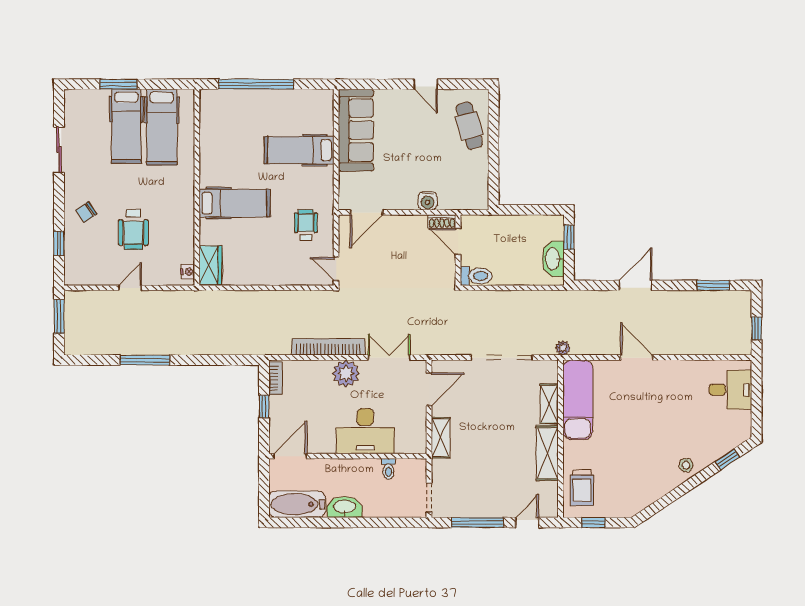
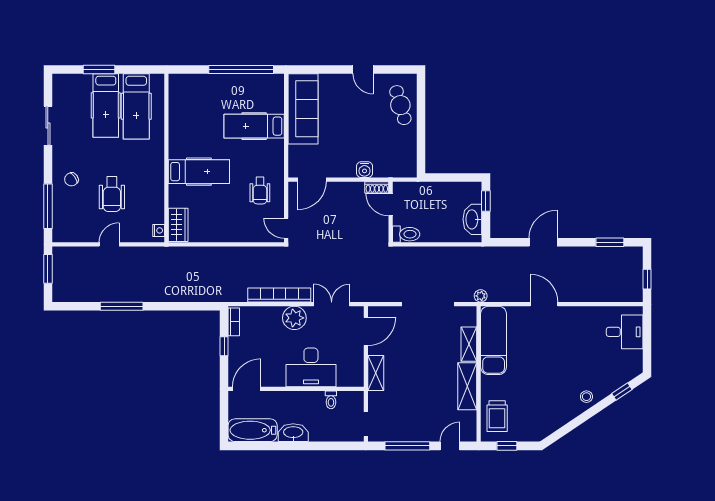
window: (256, 84) -> (241, 69), moved
wheelchair: (306, 225) -> (260, 191), turned 180
window: (59, 243) -> (48, 206), width x2.17

